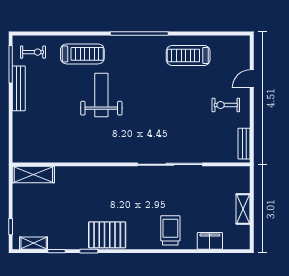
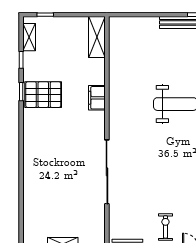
trolley: (170, 230) -> (42, 172), removed
pallet: (107, 235) -> (43, 95), moved, turned 90
filing cabinet: (210, 241) -> (97, 98), moved, turned 180

